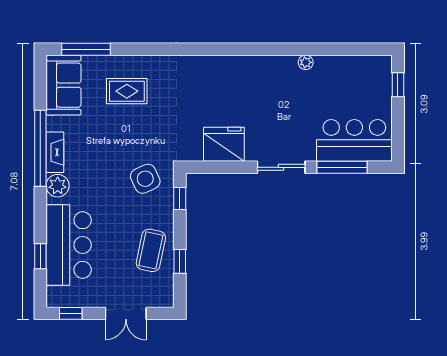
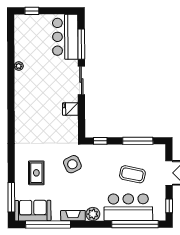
fridge: (224, 144) -> (70, 109), width x0.53, depth x0.75
window: (40, 148) -> (48, 224), moved
side table: (145, 179) -> (72, 164), moved
coffee table: (151, 250) -> (132, 174), moved
window: (40, 256) -> (135, 224), width x3.17
window: (180, 261) -> (138, 141), width x2.17

